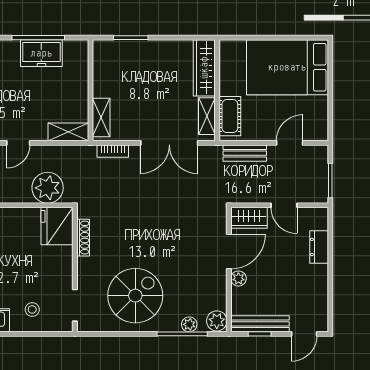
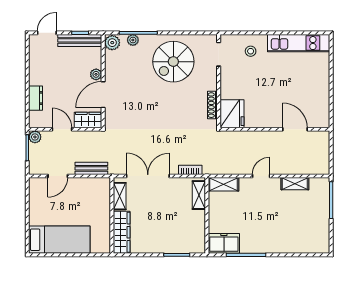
freezer: (41, 53) -> (224, 243), moved
bed: (287, 67) -> (59, 240), width x0.67
cot: (230, 116) -> (102, 196), removed
plant: (48, 188) -> (35, 137), moved, width x0.53, depth x0.53

